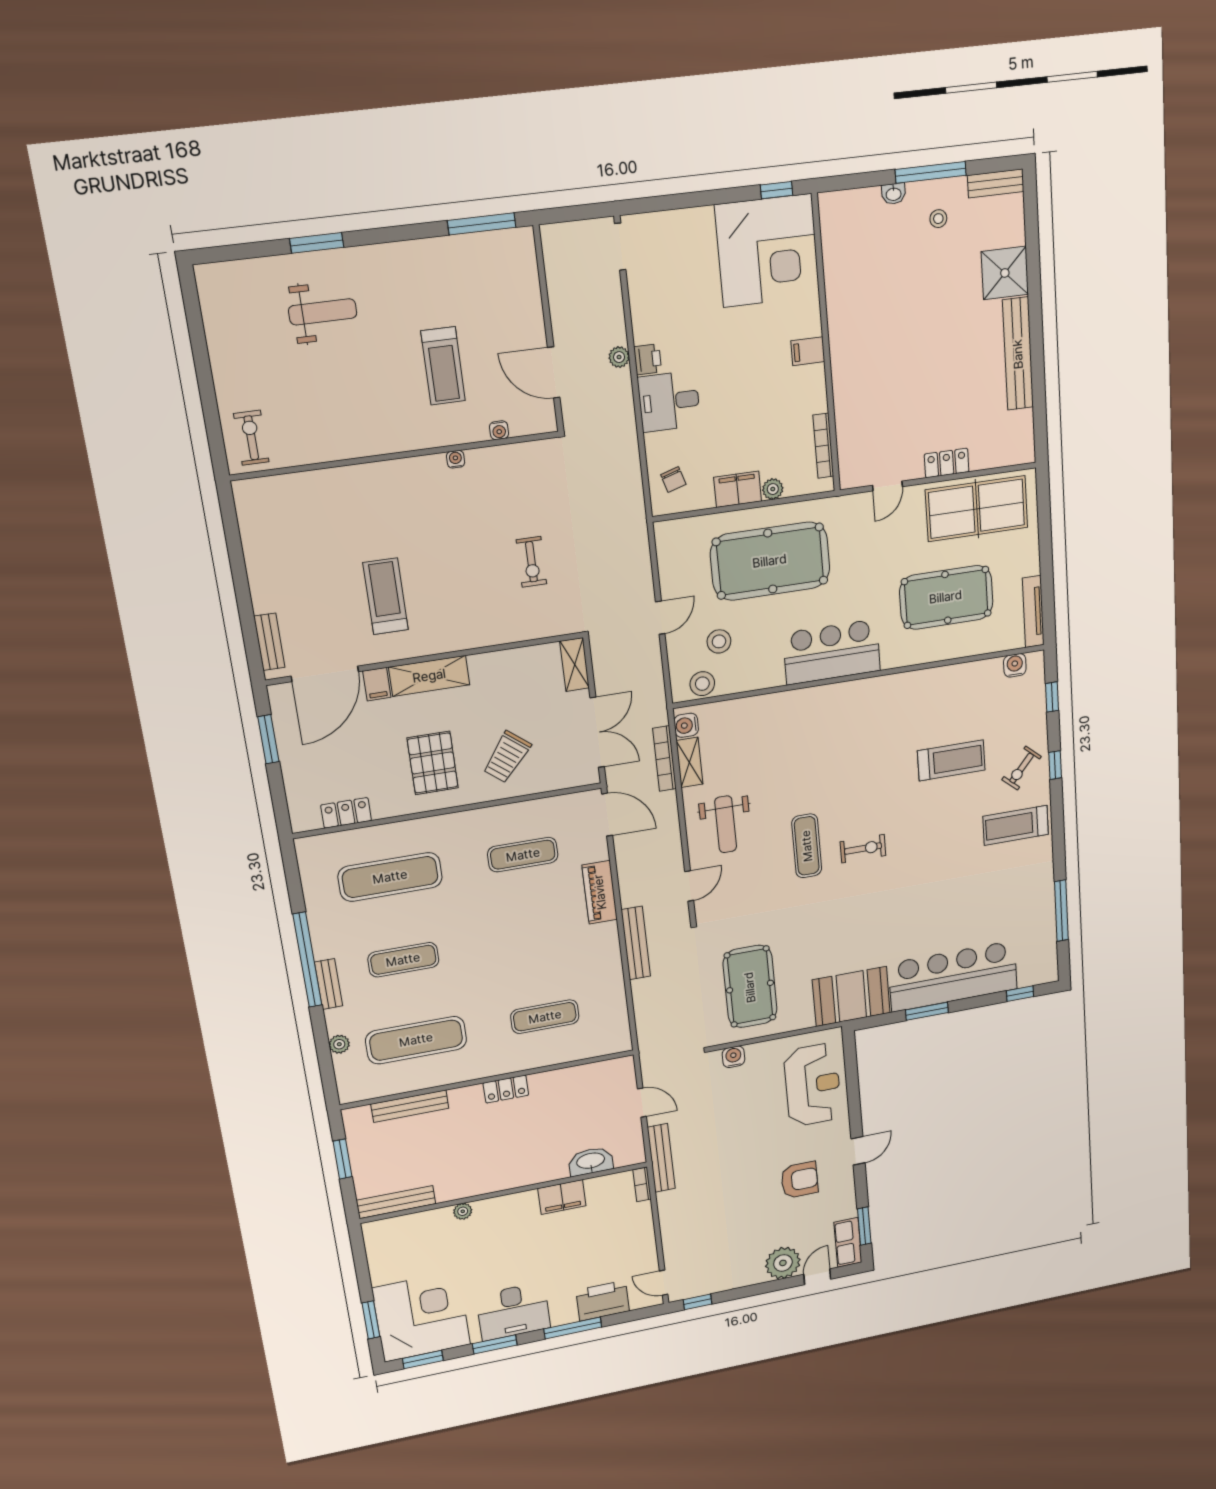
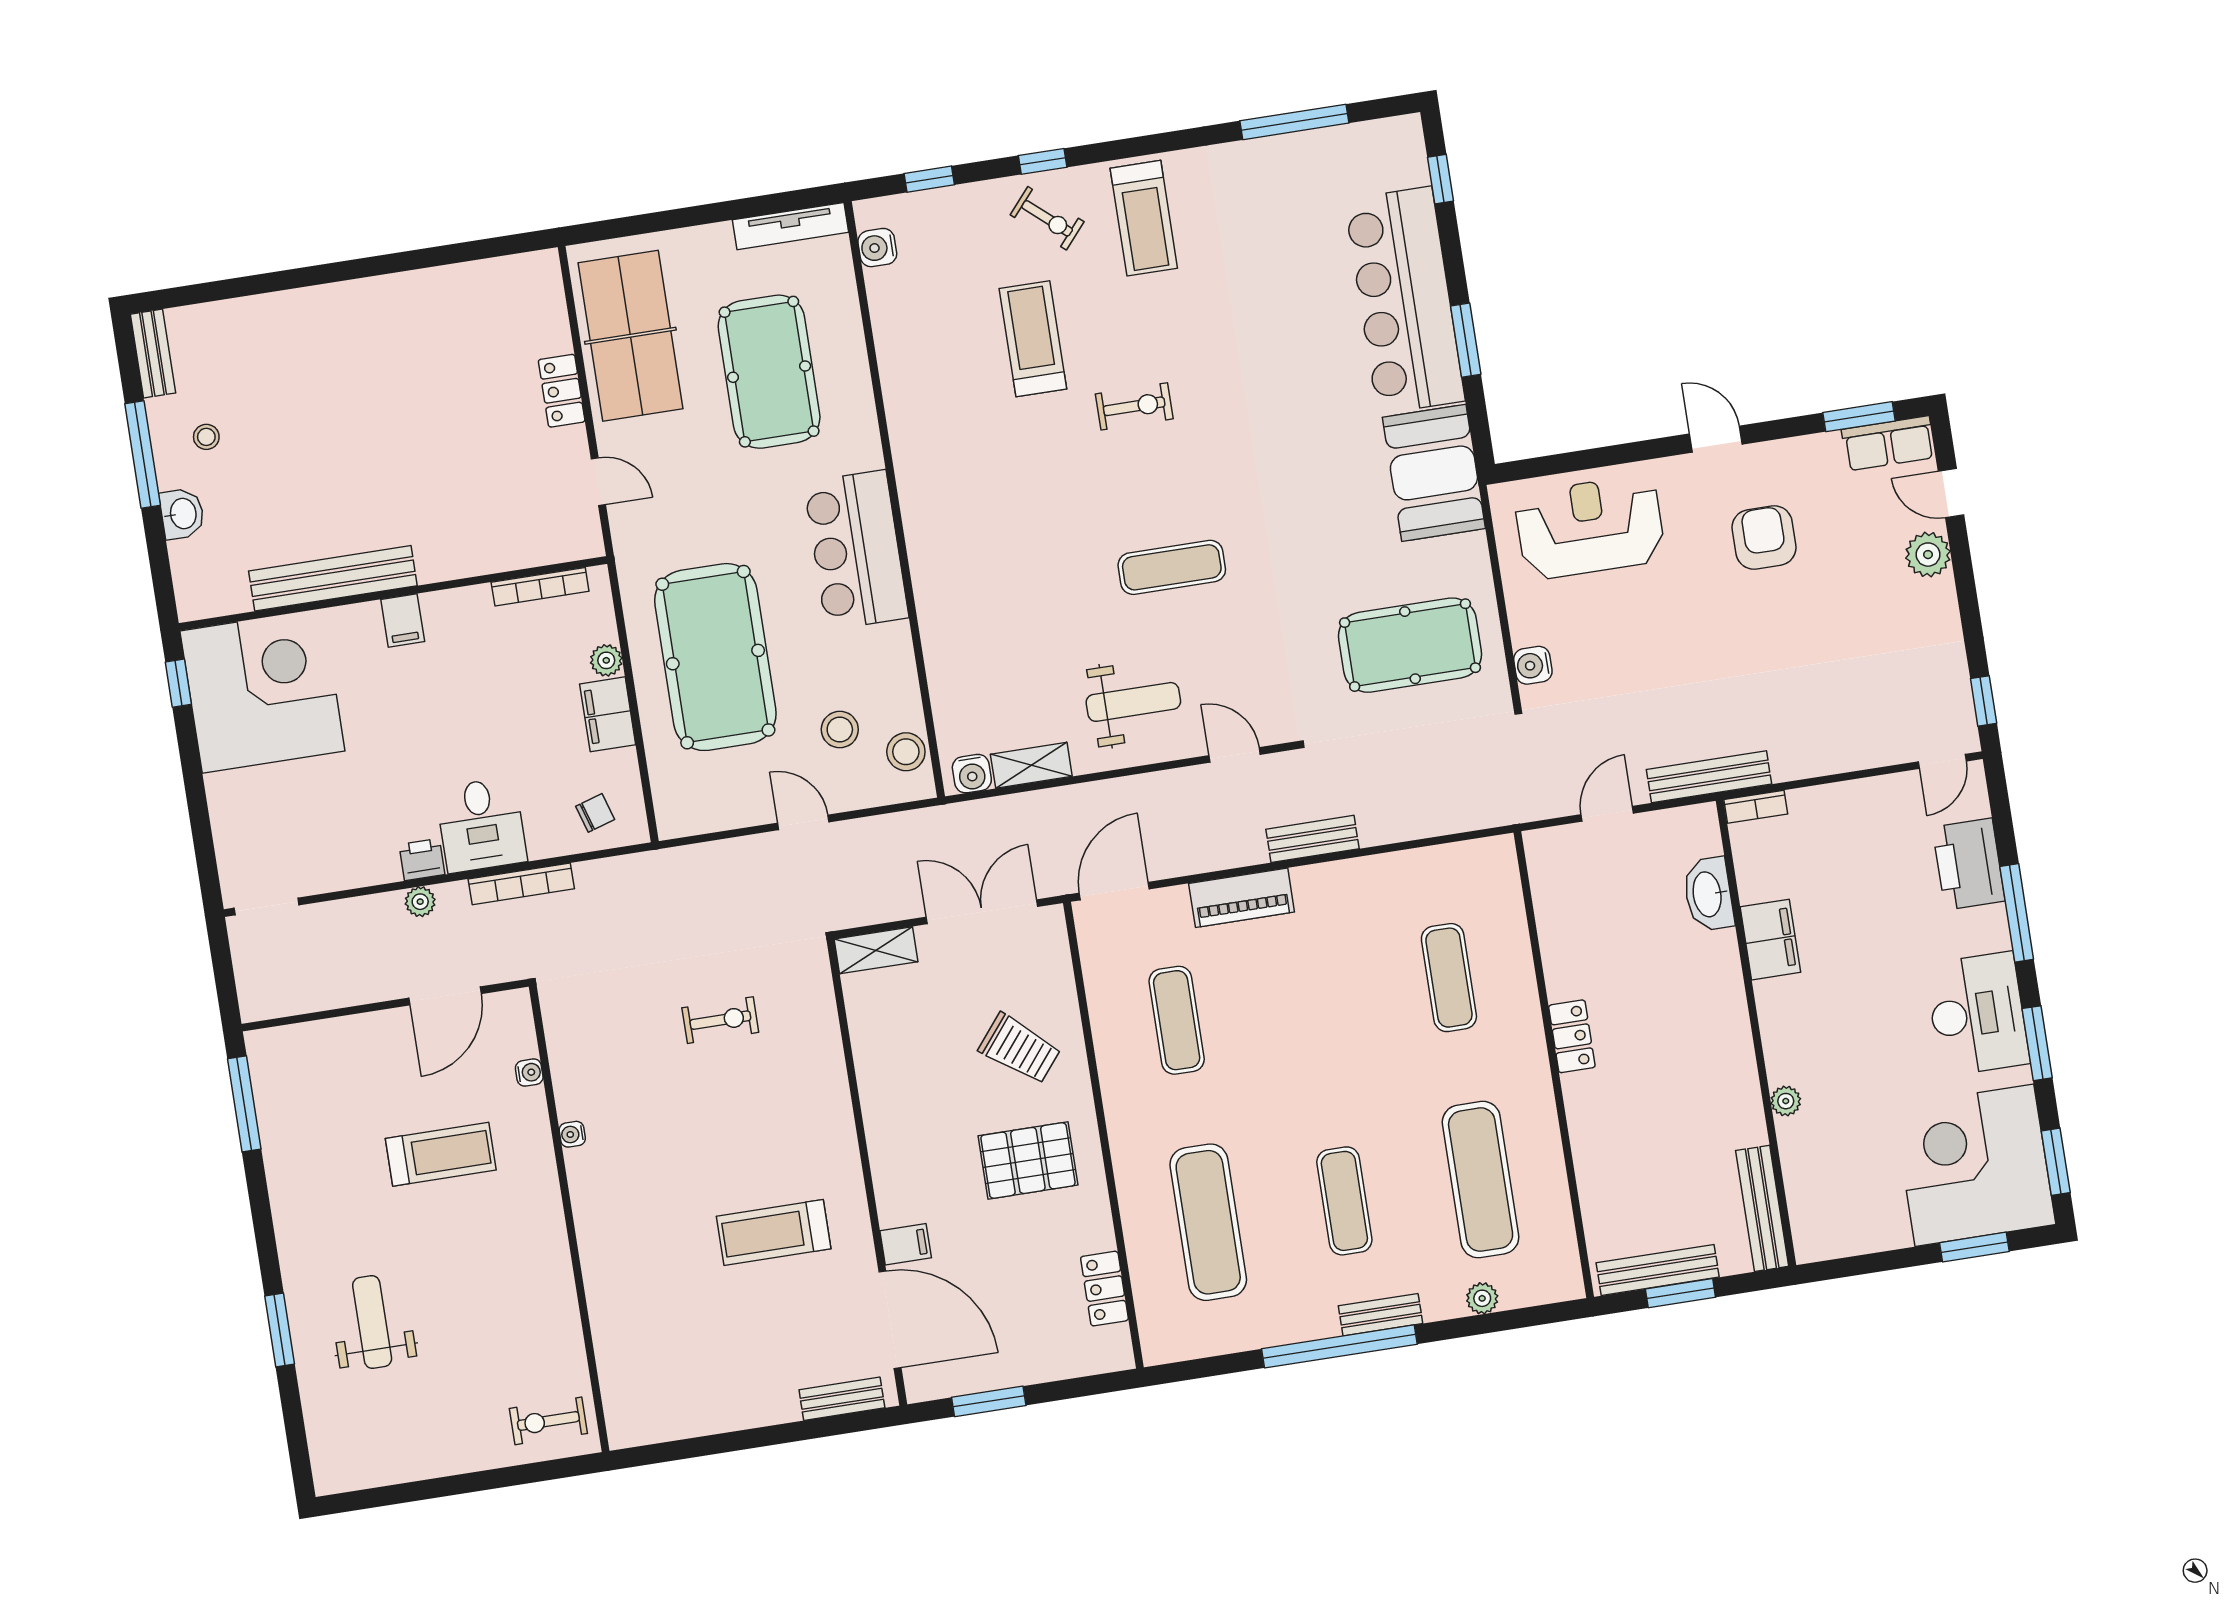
washbasin: (894, 194) -> (182, 514), width x1.38, depth x1.45
shower: (1005, 273) -> (279, 326), removed
bench: (1018, 354) -> (333, 578), moved
shelving: (429, 676) -> (893, 1167), removed
bookcase: (664, 759) -> (521, 884), moved
exercise bike: (863, 849) -> (1134, 406), moved, turned 90
bench: (636, 943) -> (1312, 839), width x0.73
bench: (410, 1106) -> (1658, 1270), moved, turned 90
plant: (783, 1263) -> (1928, 555), width x0.73, depth x0.73

